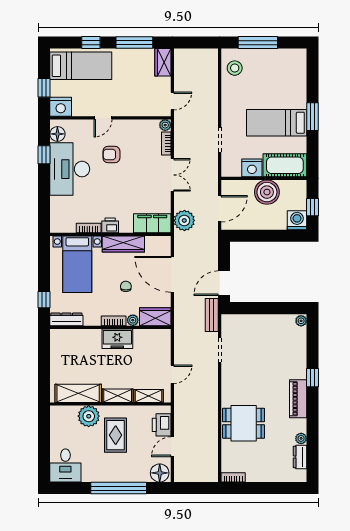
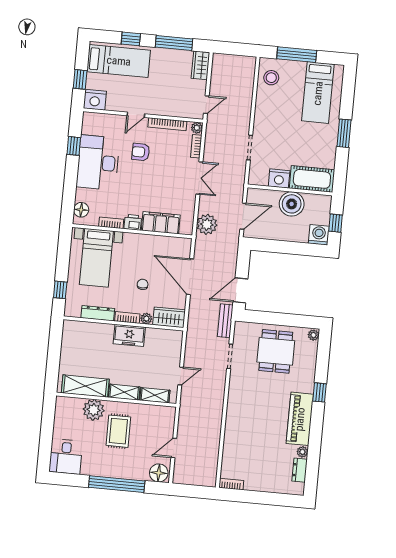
bed: (277, 123) -> (318, 93), moved, turned -90
bookcase: (135, 124) -> (167, 124), added
floor lamp: (57, 134) -> (81, 210), moved
filing cabinet: (152, 223) -> (161, 223), moved
wardrobe: (123, 244) -> (144, 242), removed
dresser: (66, 319) -> (98, 313), moved
piano: (298, 399) -> (300, 419), width x1.37, depth x1.33
dining table: (244, 423) -> (276, 351), moved, turned 90
printer: (162, 425) -> (165, 425), removed

